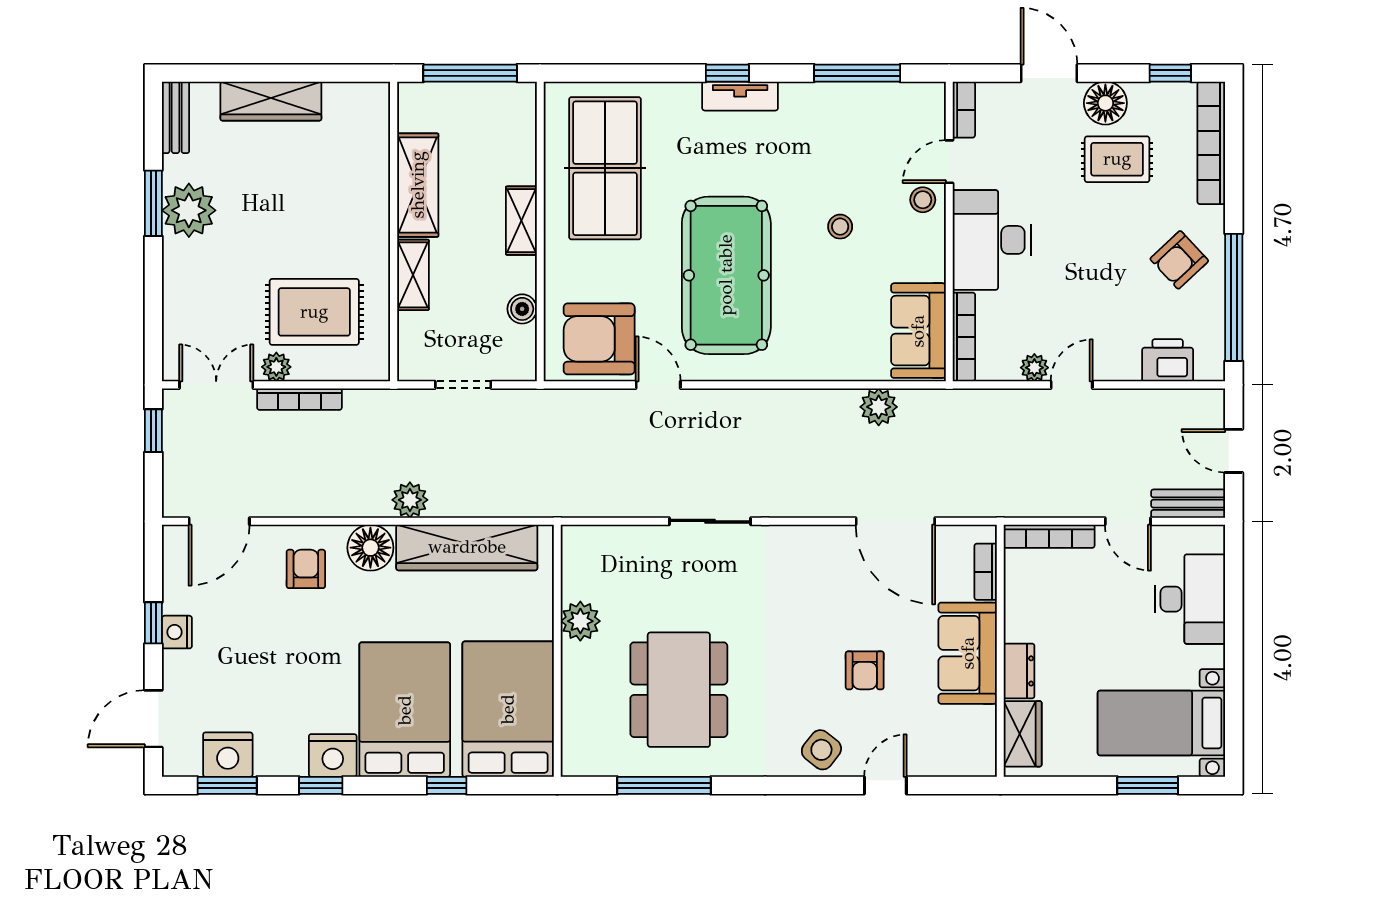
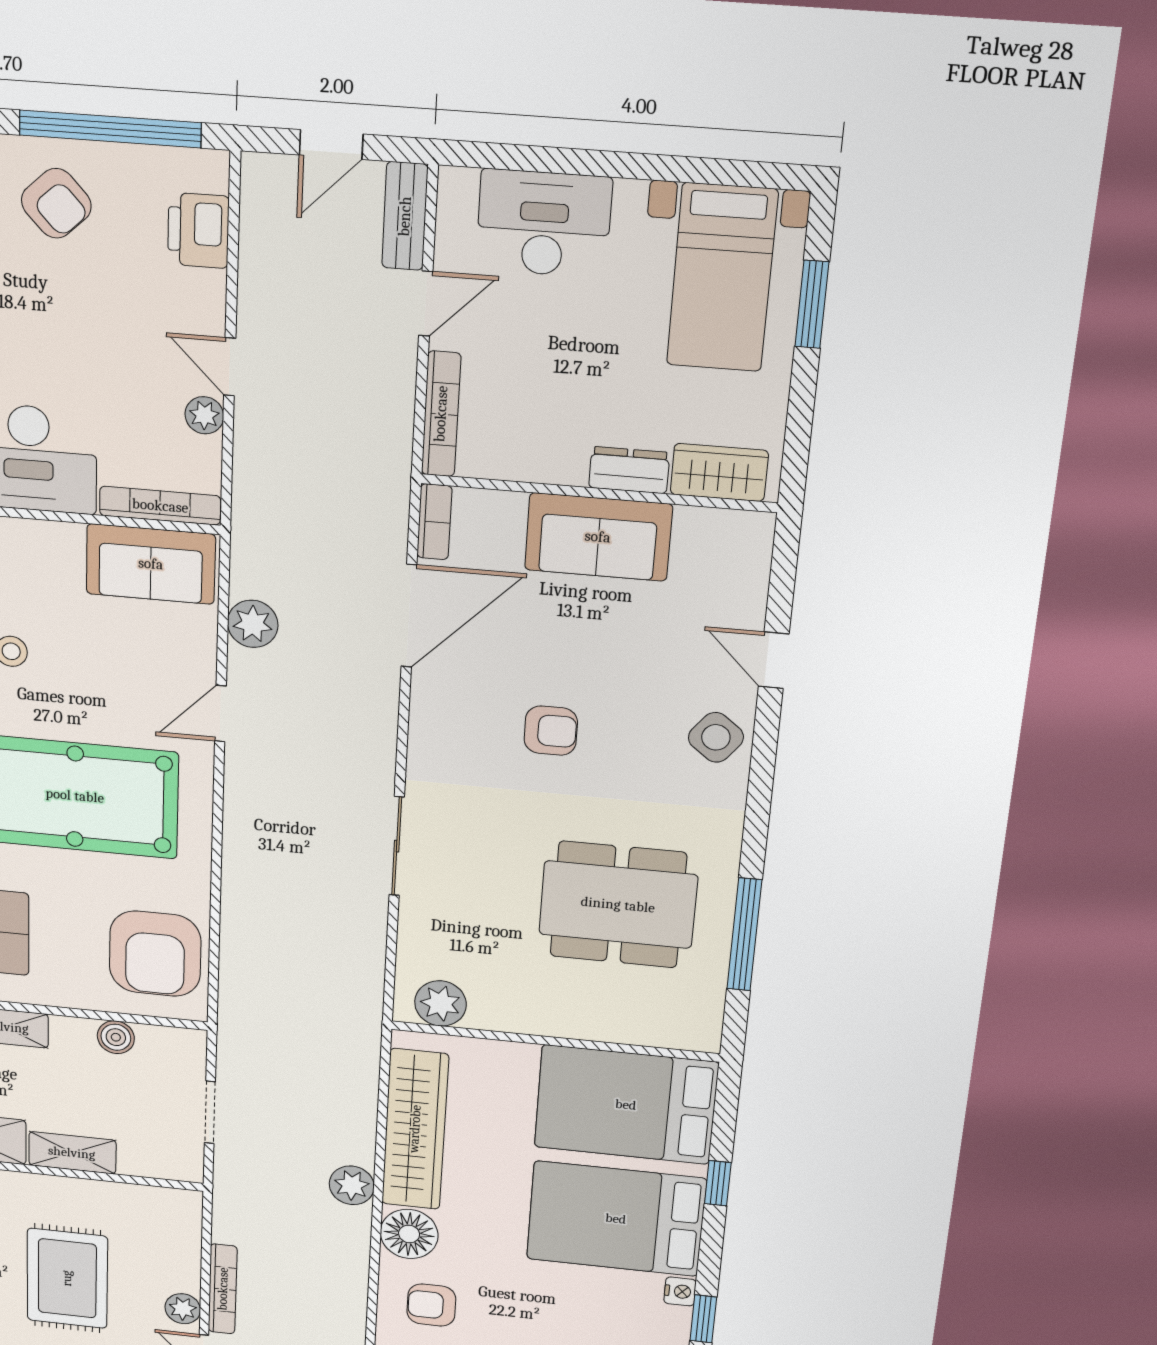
rug: (314, 312) -> (67, 1278), moved
door: (658, 385) -> (220, 714), moved
bookcase: (986, 572) -> (434, 522), moved, turned -90
plant: (580, 621) -> (440, 1003), moved
armchair: (865, 670) -> (551, 731), moved
nightstand: (333, 755) -> (680, 1291), width x0.53, depth x0.56

